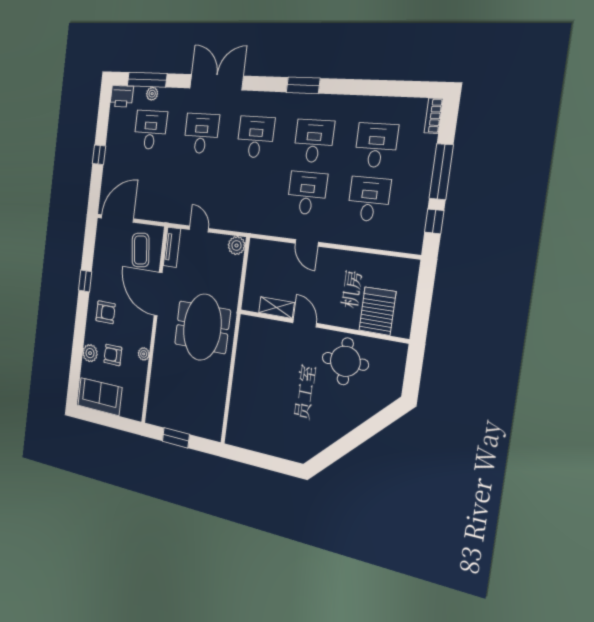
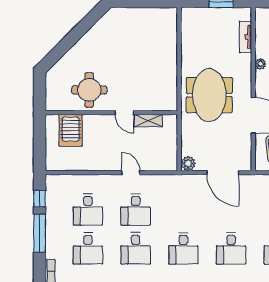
door: (199, 229) -> (223, 173), width x1.87
tv unit: (172, 247) -> (245, 37), moved

